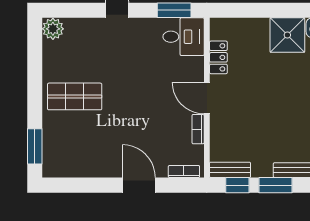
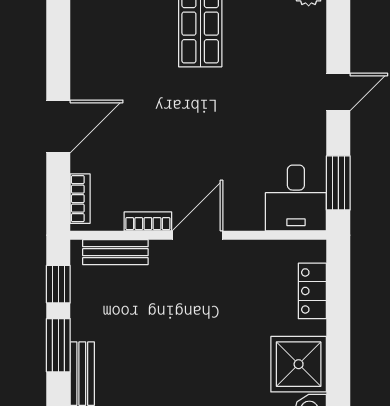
locker: (218, 57) -> (312, 291), moved, turned 90
bench: (230, 170) -> (115, 252), moved, turned 90

